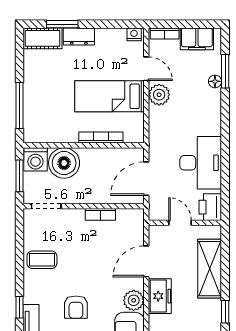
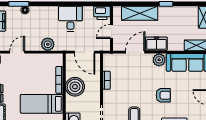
plant: (159, 95) -> (48, 44), moved
bed: (109, 96) -> (42, 104), moved, turned 90
boiler: (64, 163) -> (75, 87), moved
desk: (201, 163) -> (70, 19), width x0.73
door: (146, 261) -> (135, 52), swing flipped

